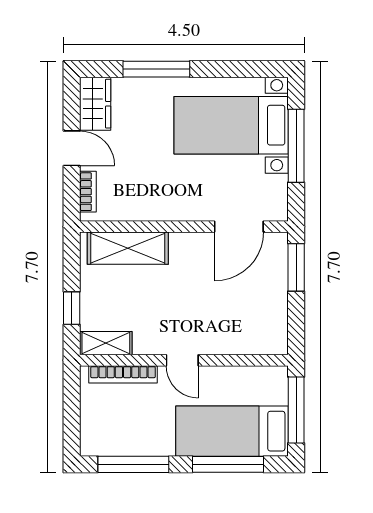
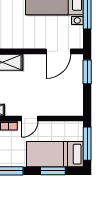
door: (182, 360) -> (30, 119), hinge flipped
window: (228, 464) -> (53, 171), width x0.69

